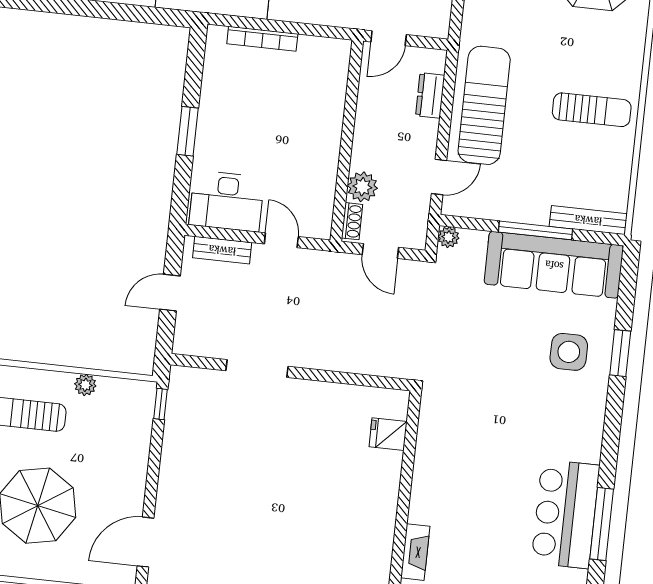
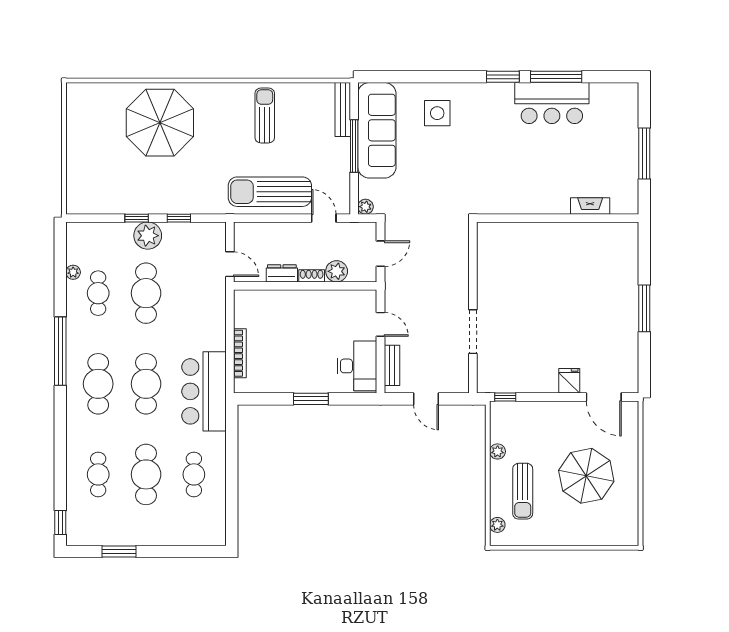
dresser: (430, 95) -> (282, 273), moved, turned 180
shoe rack: (352, 221) -> (312, 276), moved
door: (281, 240) -> (381, 324), swing flipped
window: (620, 353) -> (503, 77), moved
fridge: (388, 434) -> (569, 381), moved, turned 180

